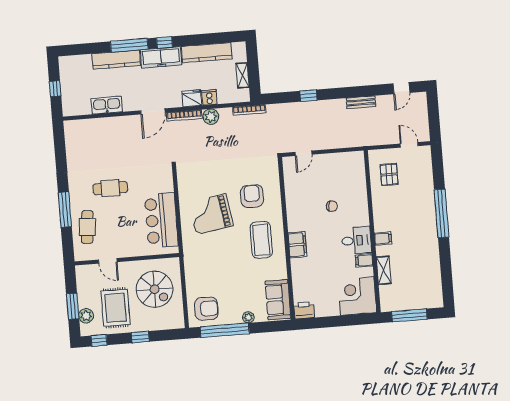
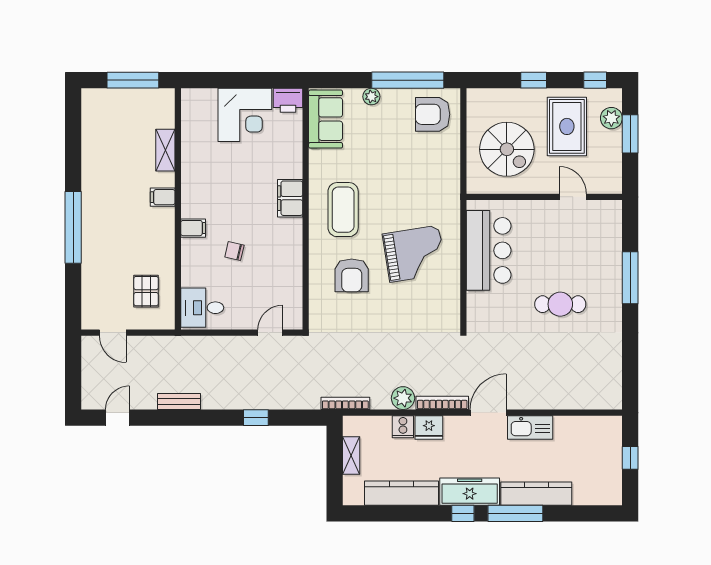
kitchen sink: (107, 105) -> (530, 427), moved
cafe table: (87, 227) -> (599, 249), removed
desk: (356, 240) -> (202, 308), moved
filing cabinet: (364, 260) -> (193, 228), moved
spiral stairs: (155, 289) -> (507, 149), turned 180
corner desk: (357, 296) -> (245, 115), moved

